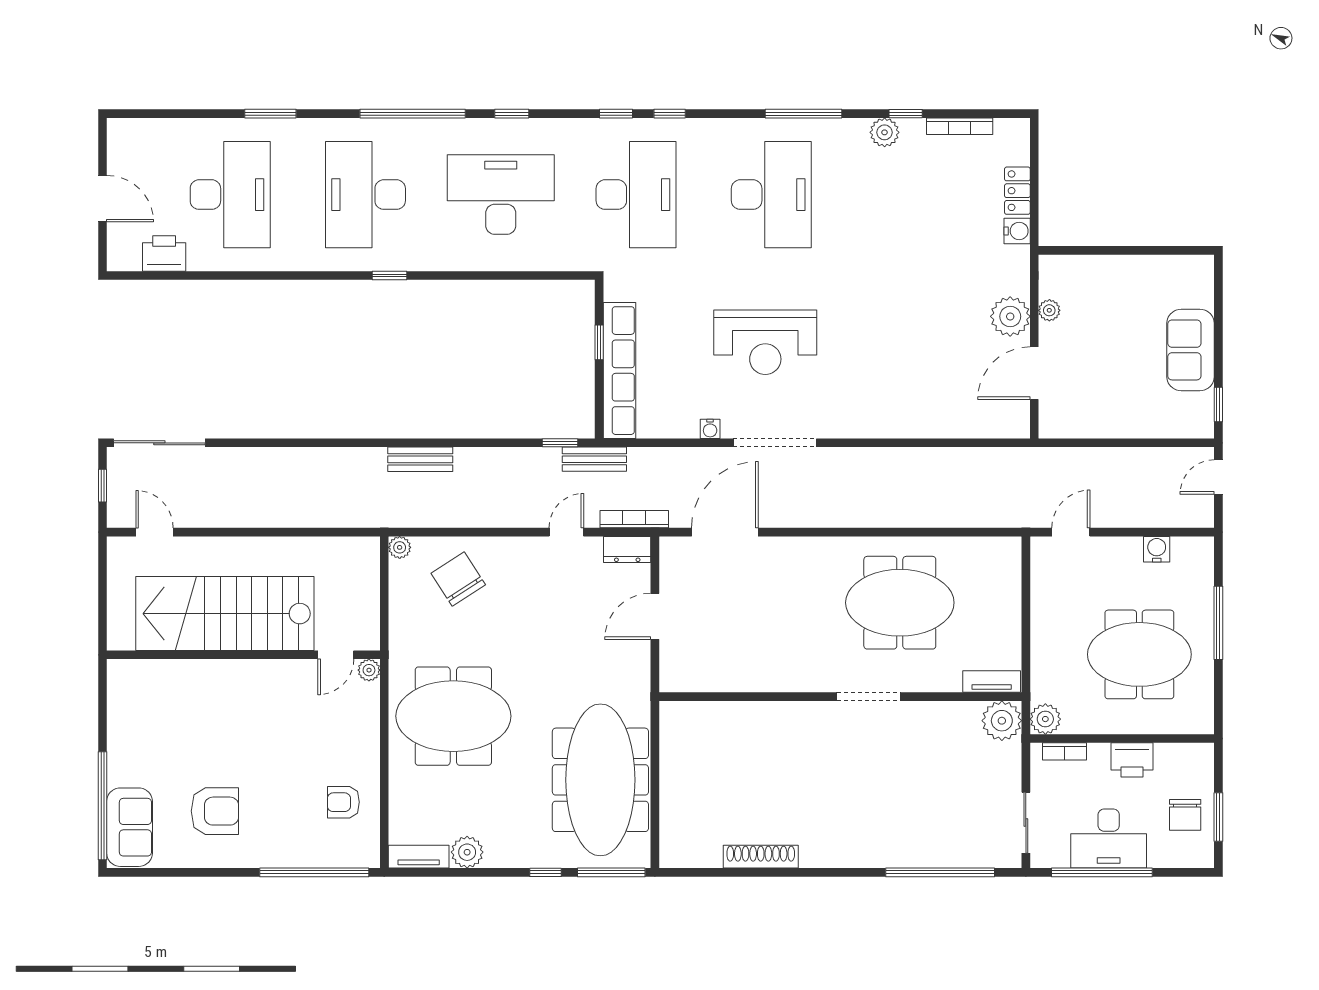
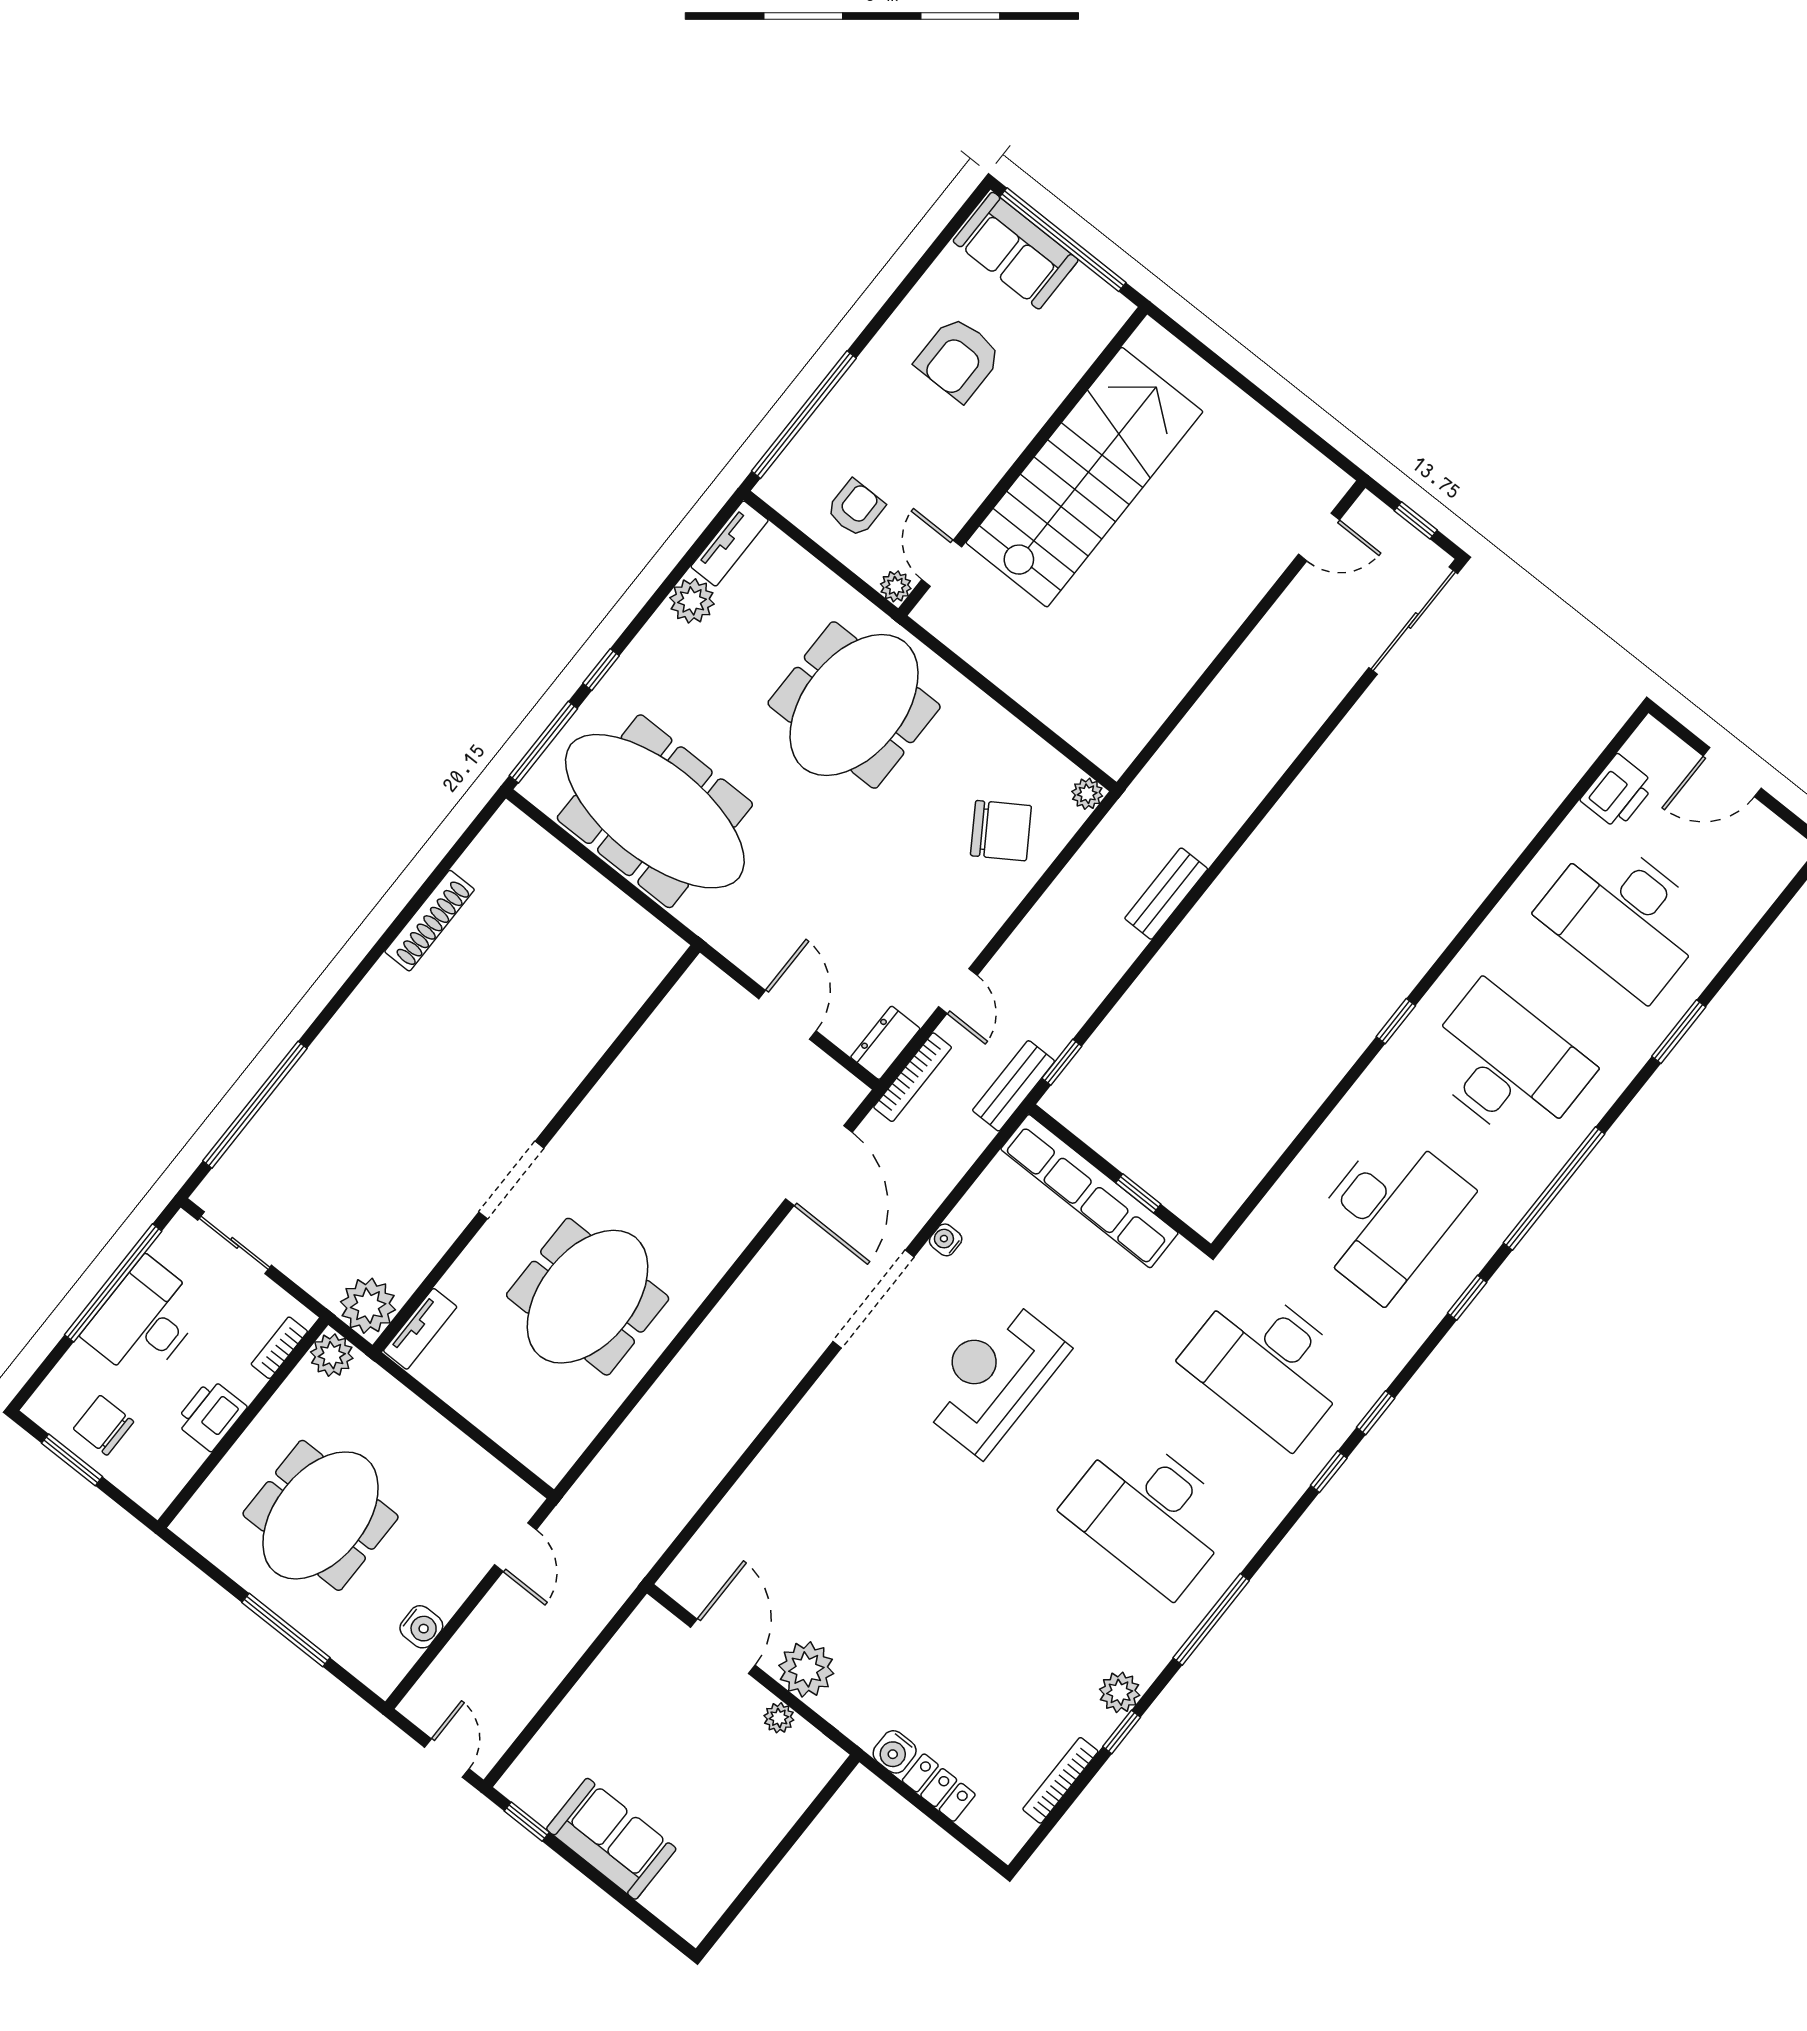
stairs: (225, 614) -> (1084, 477), moved
wall: (243, 655) -> (1023, 461), moved
door: (336, 655) -> (942, 563), moved
plant: (369, 670) -> (896, 586), moved

